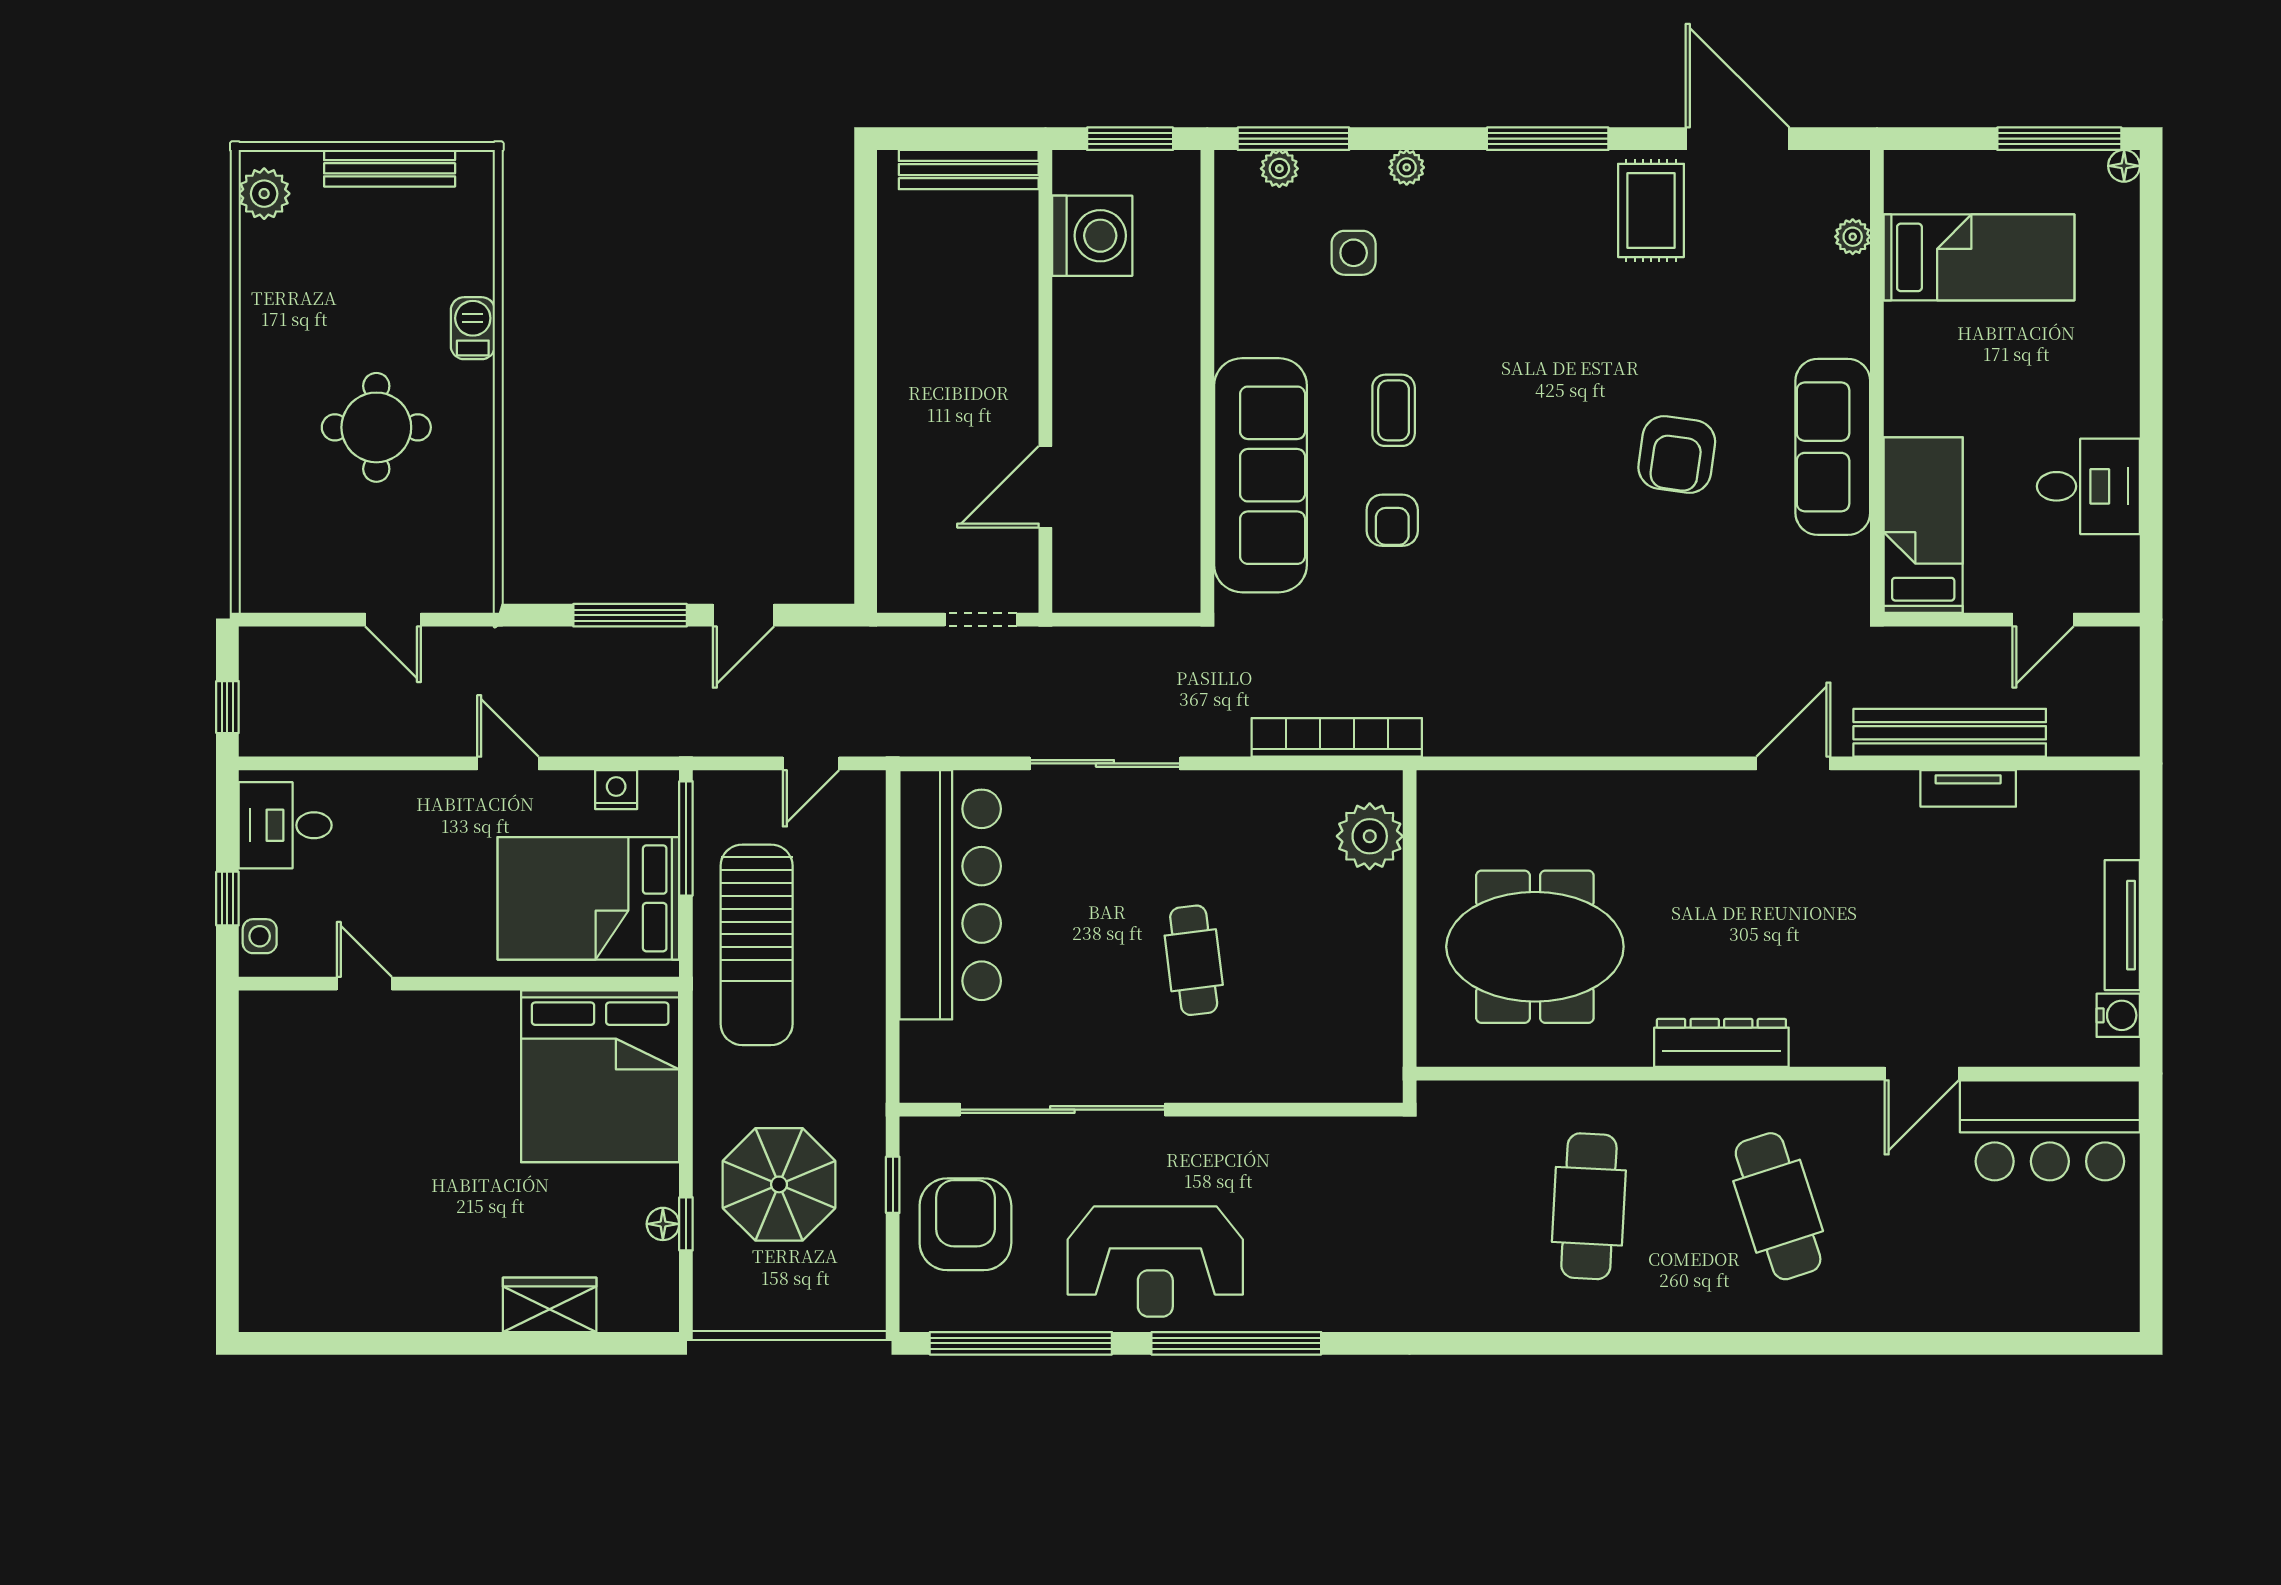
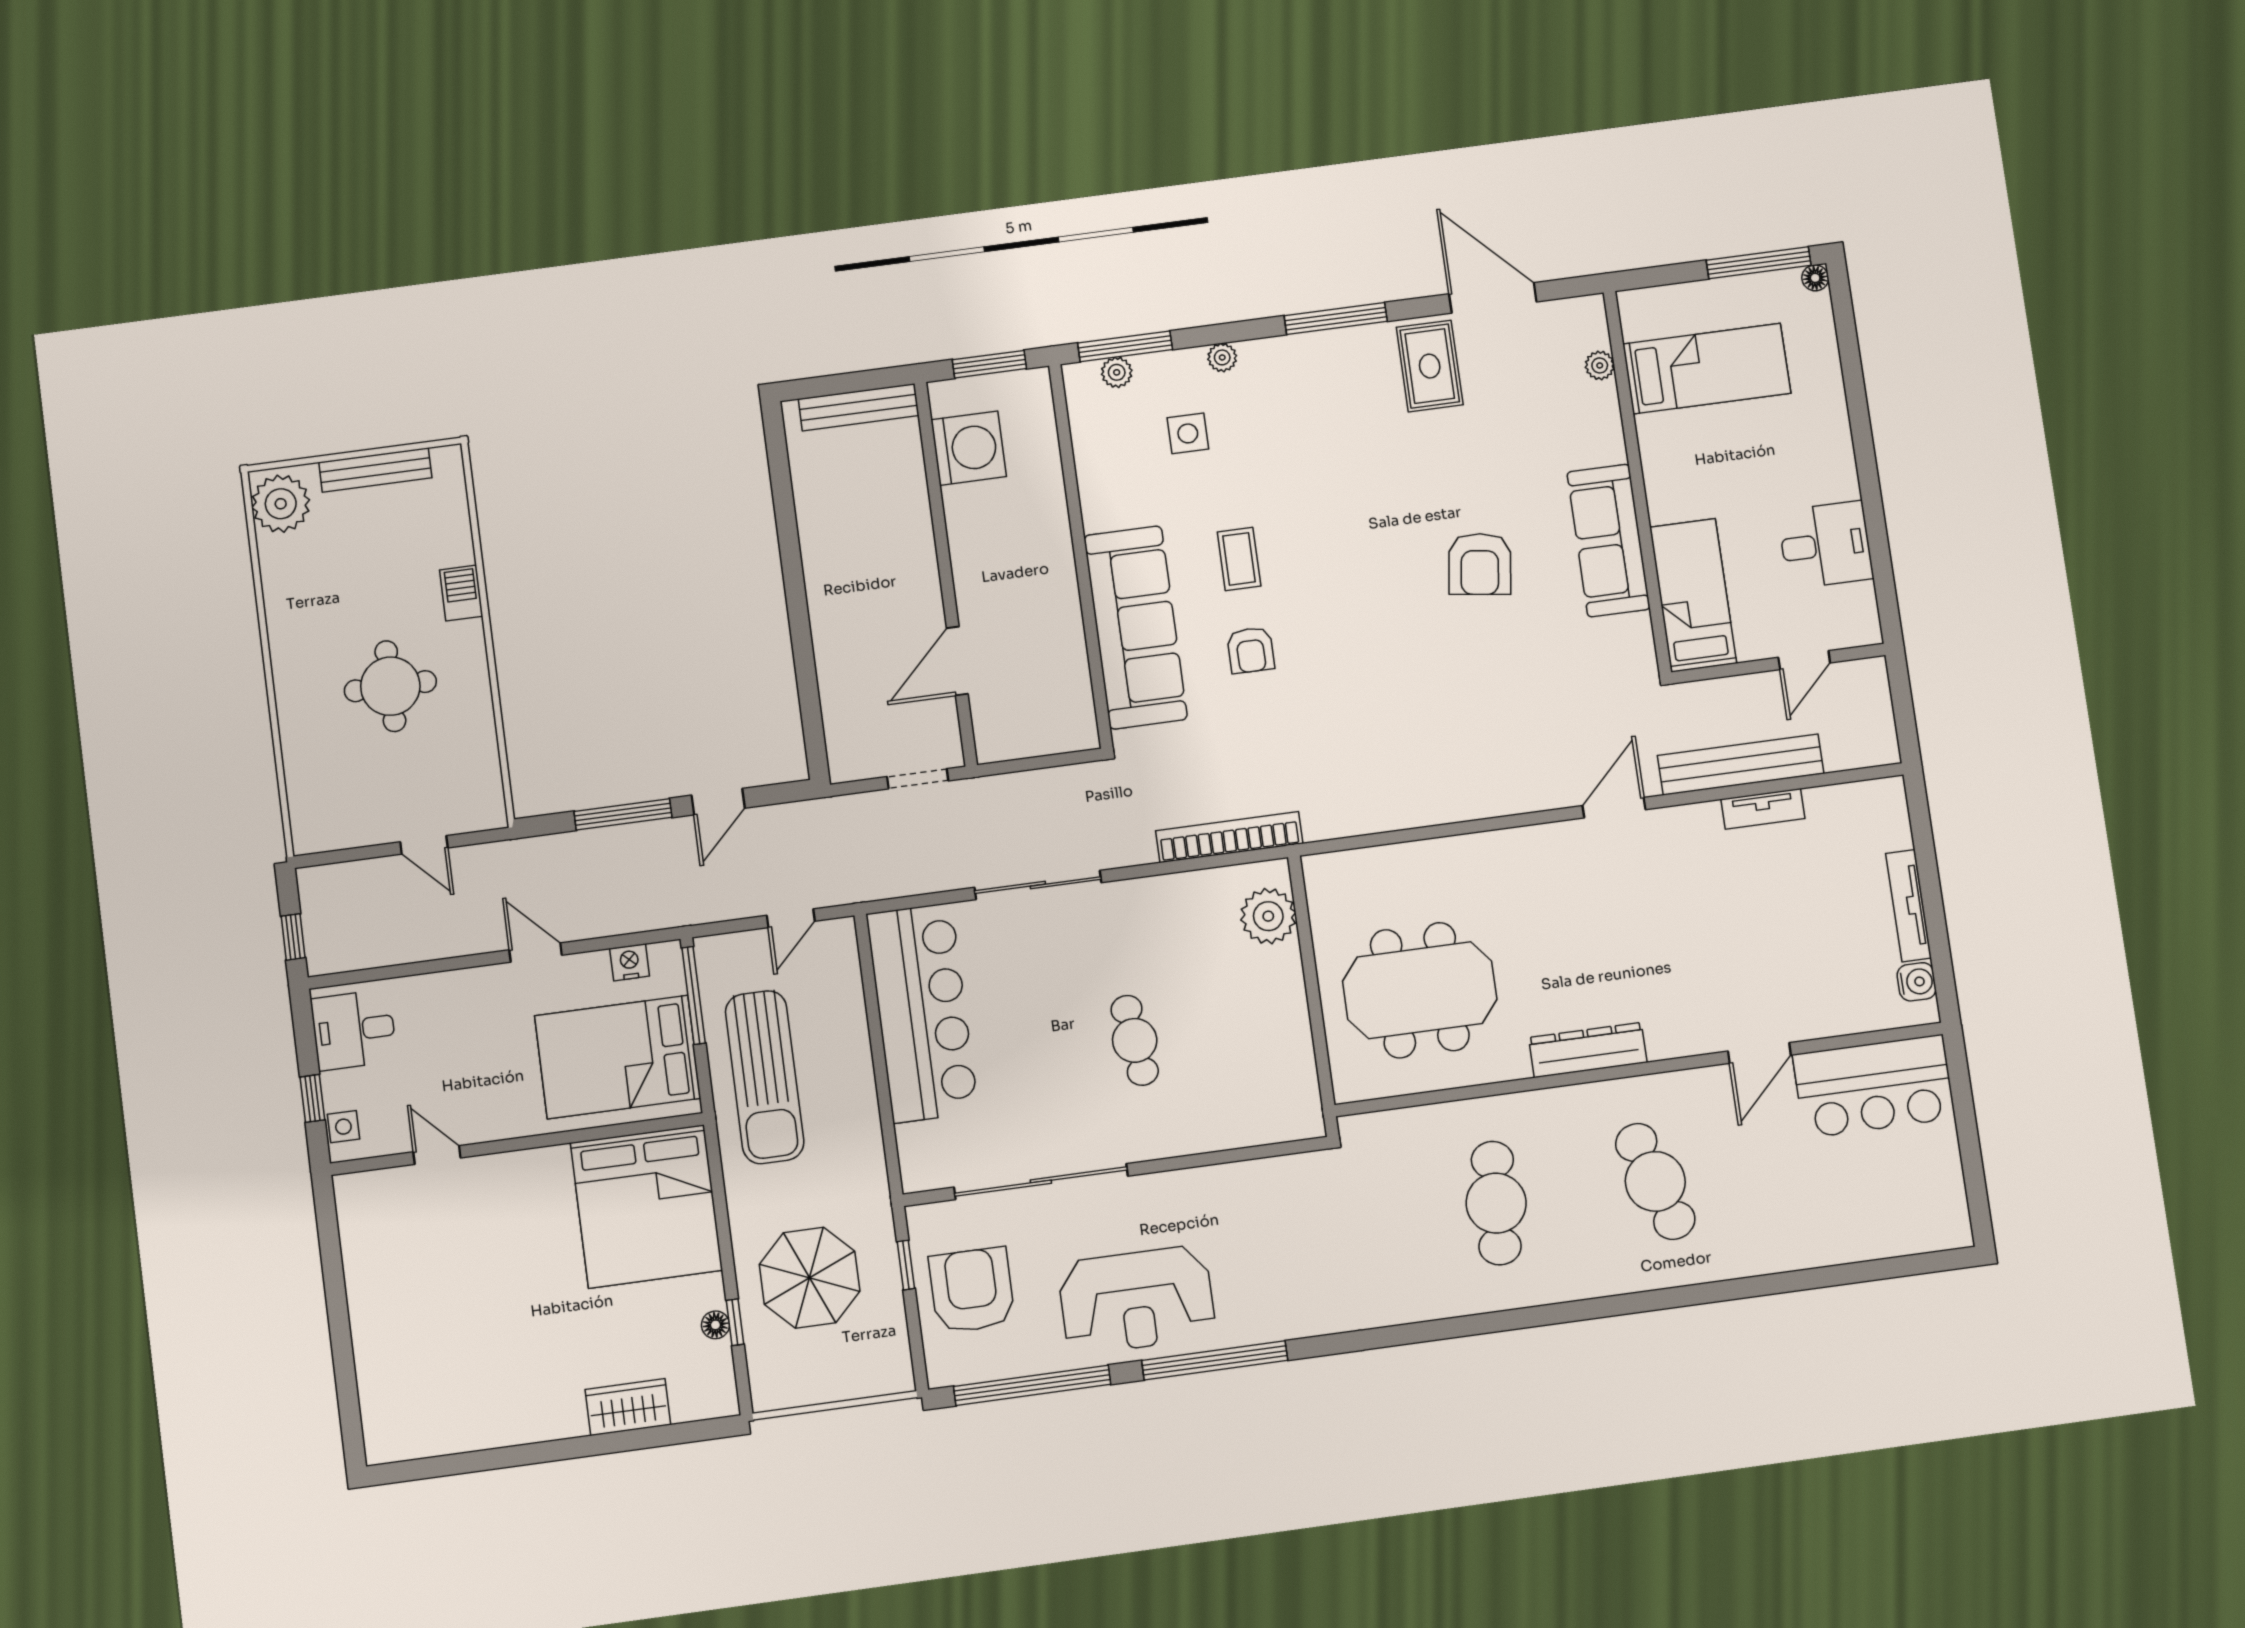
plant: (264, 194) -> (281, 504), width x1.36, depth x1.36

